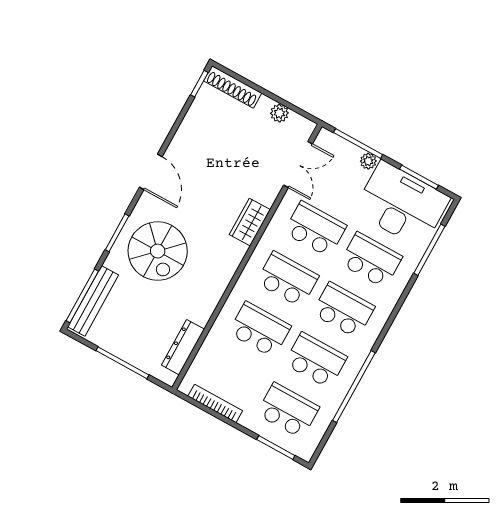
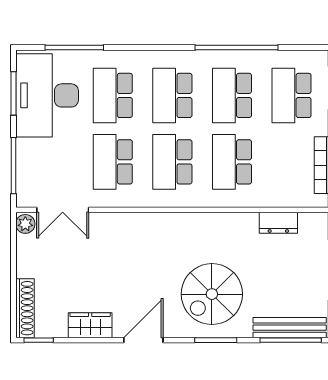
plant: (279, 113) -> (25, 224), moved
plant: (368, 161) -> (24, 148), removed
double door: (298, 164) -> (63, 210), swing flipped
wardrobe: (250, 222) -> (90, 325), moved, turned 180
spiral stairs: (158, 251) -> (212, 294), turned 180
dresser: (183, 347) -> (278, 223), width x0.70

